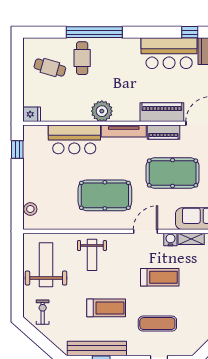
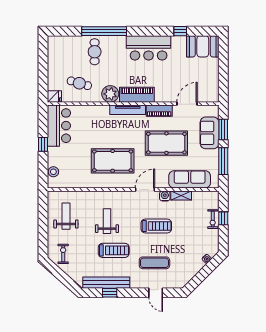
bar counter: (169, 53) -> (149, 48), moved
cafe table: (50, 67) -> (79, 83), moved
piano: (162, 112) -> (137, 95), moved
bar counter: (74, 139) -> (59, 126), moved, turned -90
window: (17, 149) -> (43, 144), moved
weight bench: (92, 255) -> (107, 221), moved, turned 180
weight bench: (46, 265) -> (66, 216), width x0.73, depth x0.75

